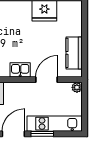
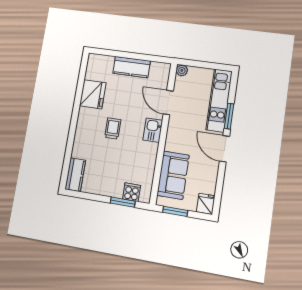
trolley: (16, 34) -> (113, 128), added
kitchen counter: (74, 53) -> (132, 67), moved

